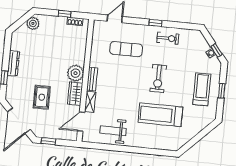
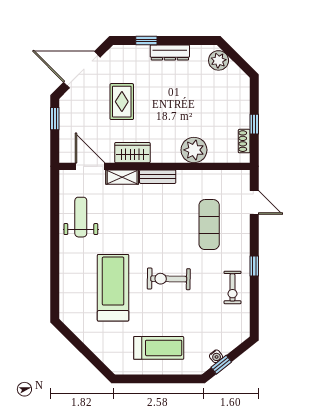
plant: (33, 23) -> (219, 60), moved
plant: (75, 73) -> (194, 150), moved
window: (222, 91) -> (159, 379), removed
rug: (42, 97) -> (122, 102), turned 90

